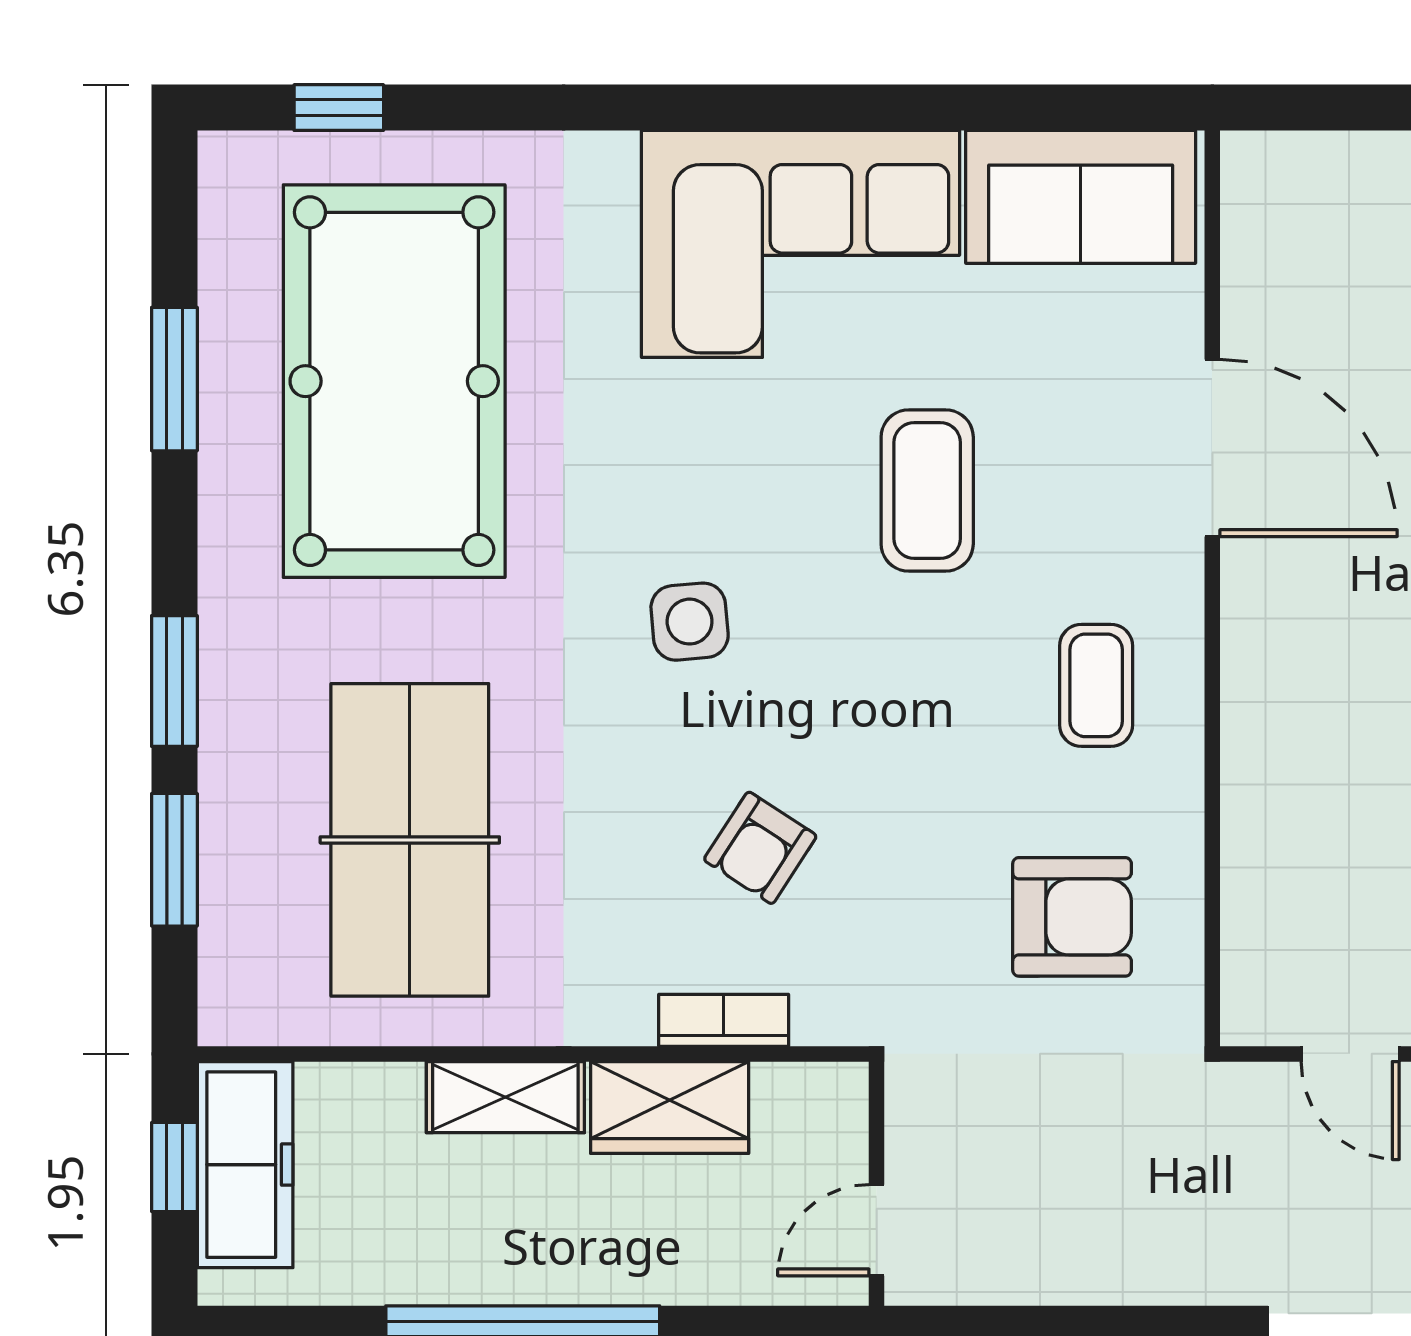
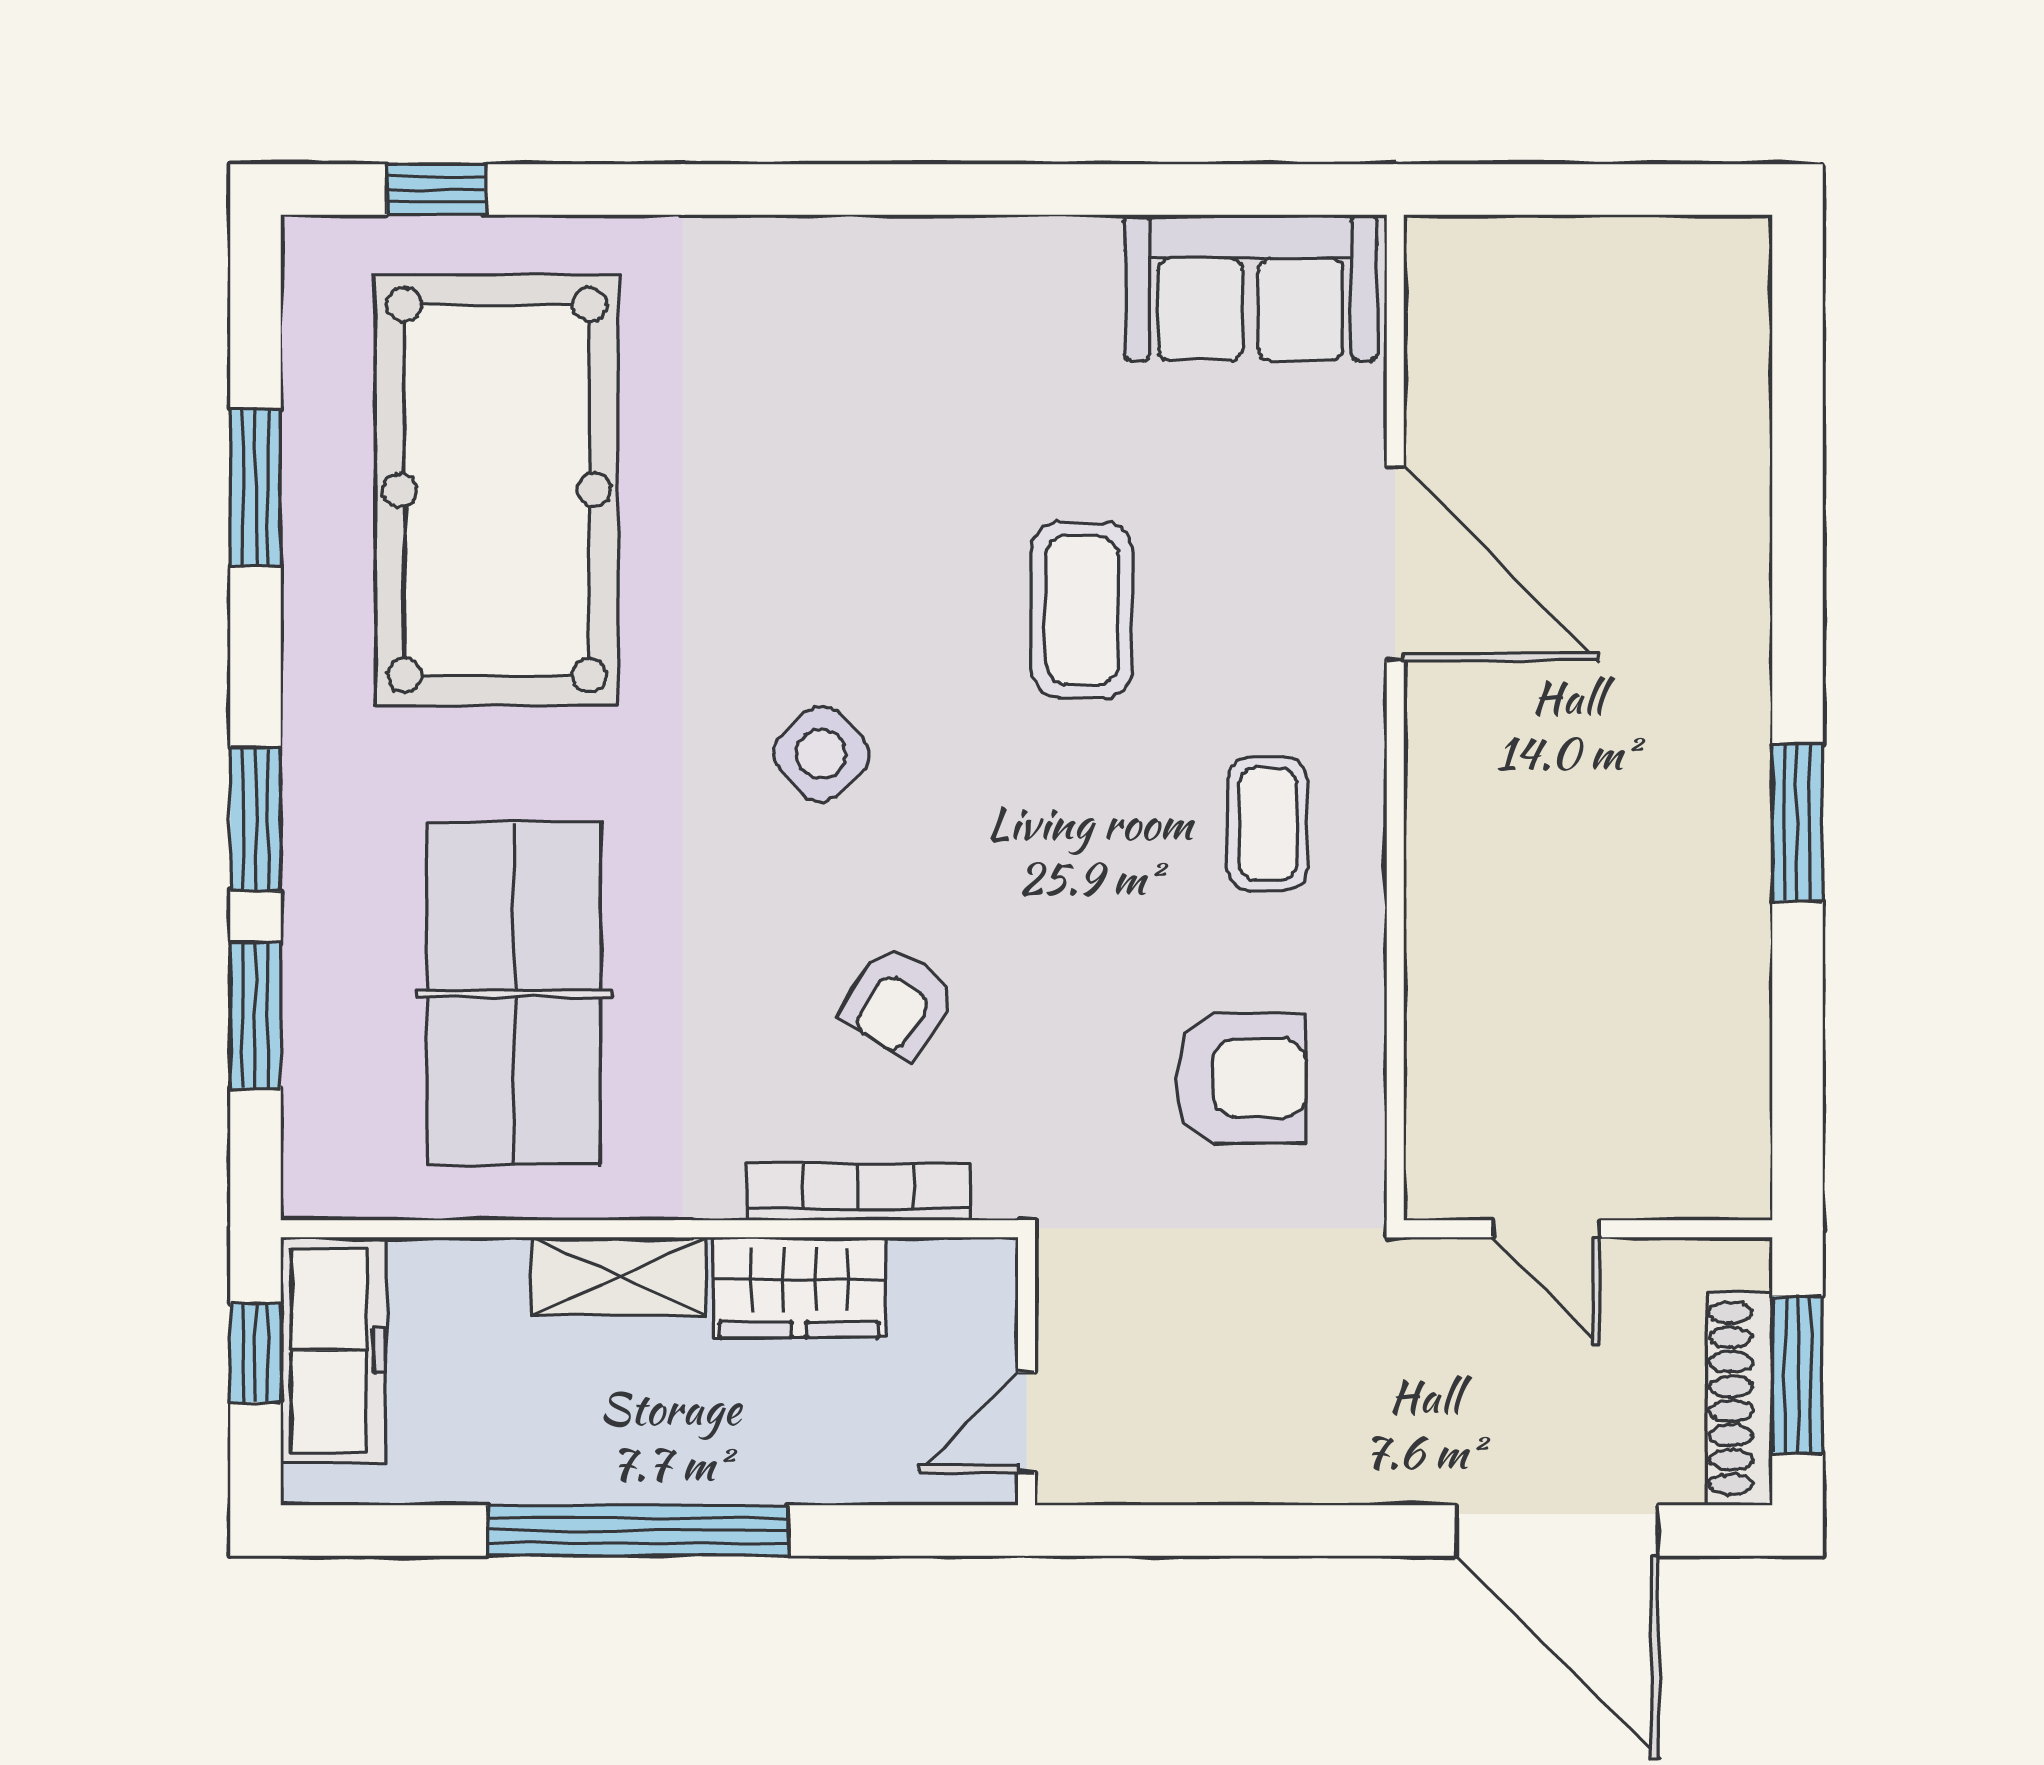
corner sofa: (801, 244) -> (943, 339), removed
side table: (690, 622) -> (821, 754), turned -38
bookcase: (724, 1020) -> (859, 1192), width x1.56

